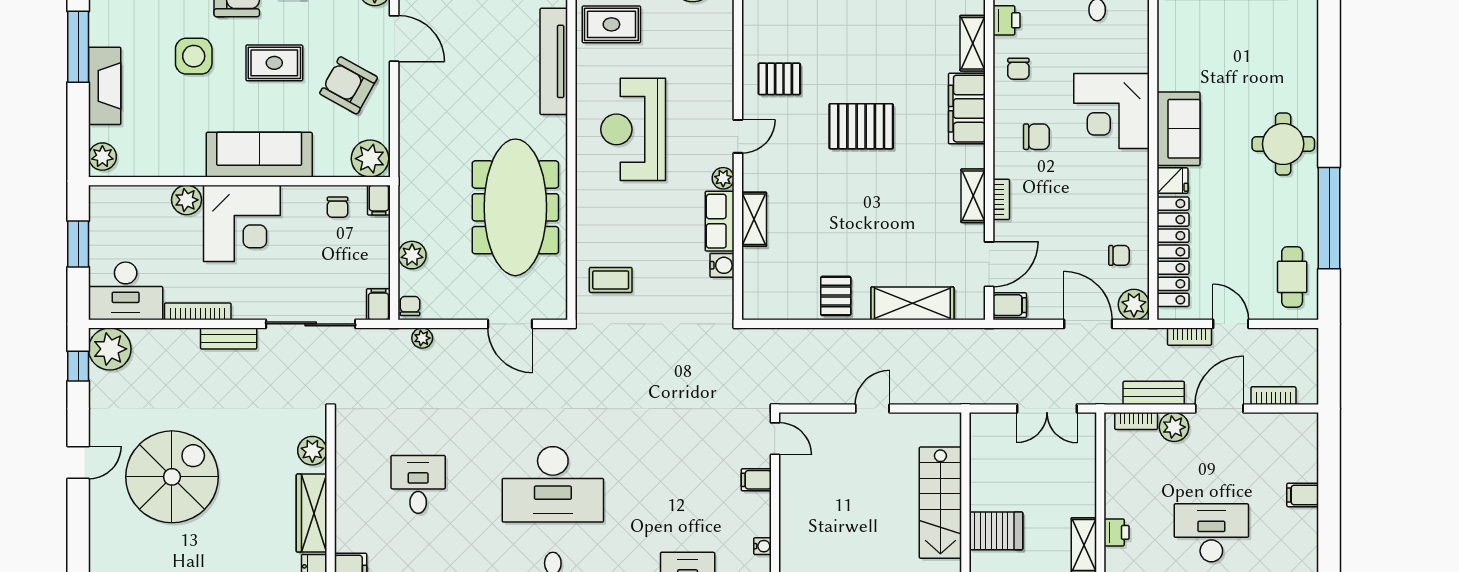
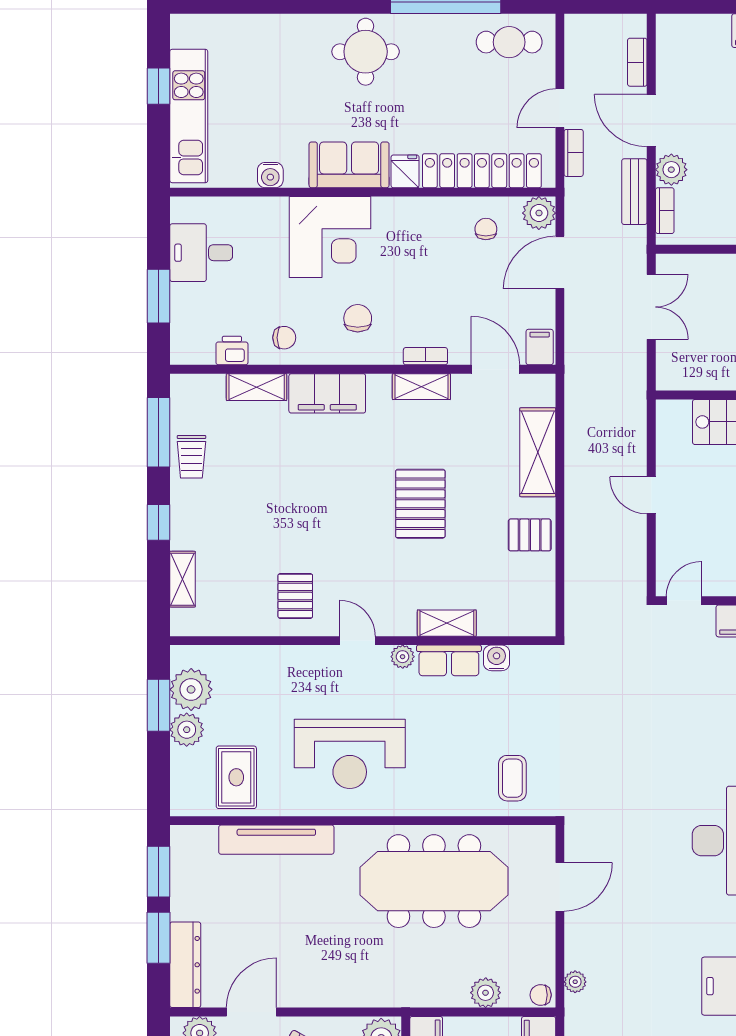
water cooler: (1169, 56) -> (270, 175), added
pallet: (861, 126) -> (420, 504), moved

